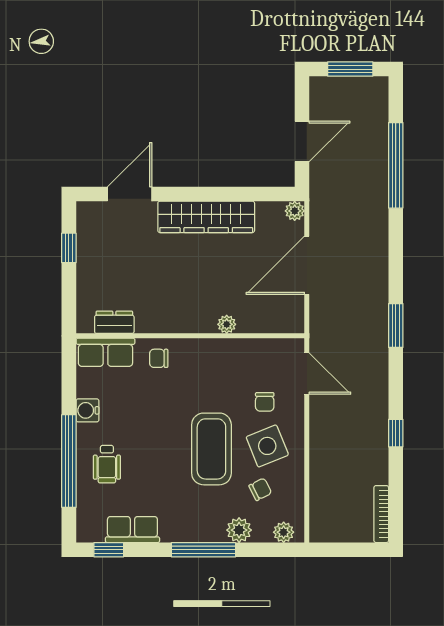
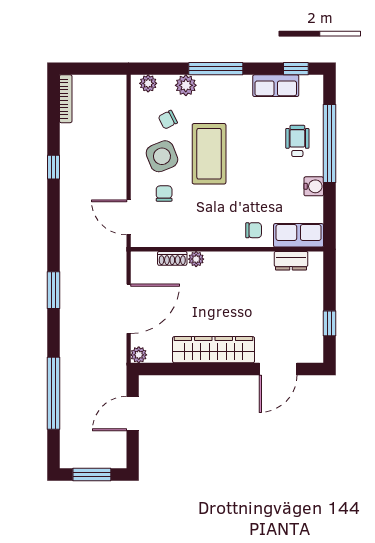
shoe rack: (255, 325) -> (172, 258), added
window: (396, 326) -> (53, 290), moved

